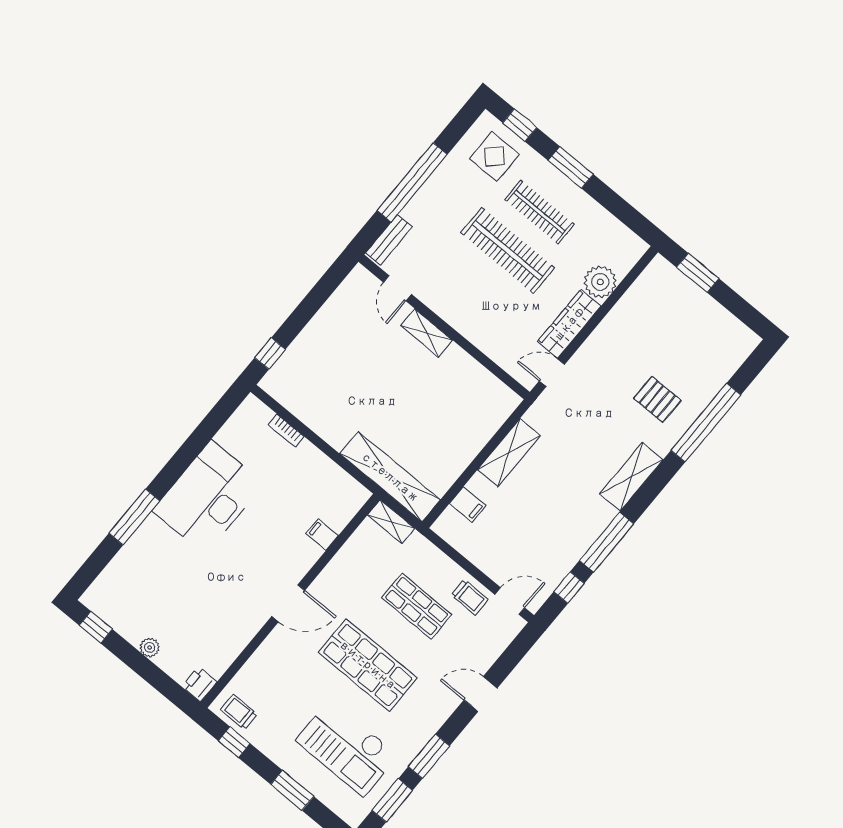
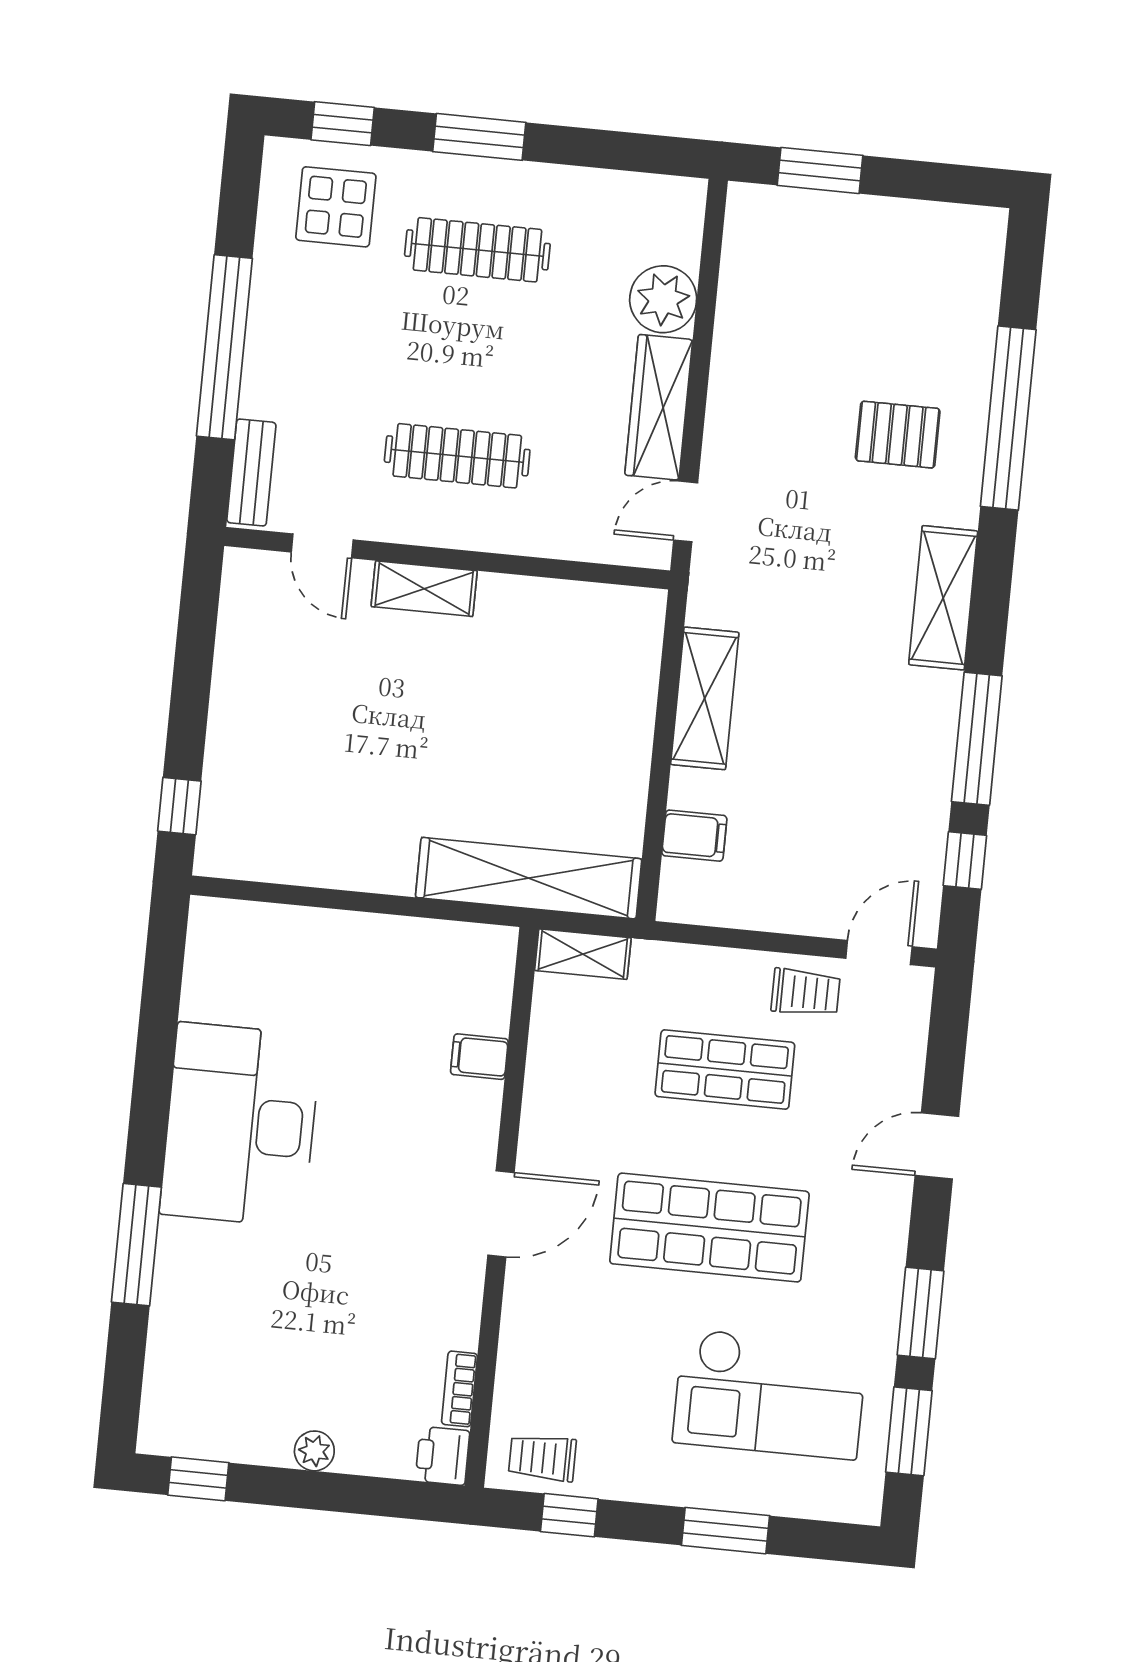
clothes rail: (508, 250) -> (457, 456), moved, width x0.73, depth x0.76
bookcase: (286, 431) -> (459, 1389), moved, turned 90

